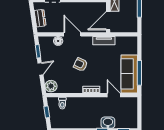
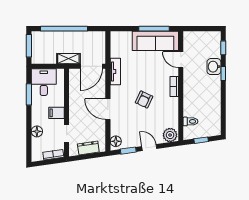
door: (108, 21) -> (91, 66), hinge flipped
door: (72, 34) -> (108, 109), hinge flipped
floor lamp: (58, 41) -> (116, 141), moved
door: (114, 95) -> (181, 60), hinge flipped

